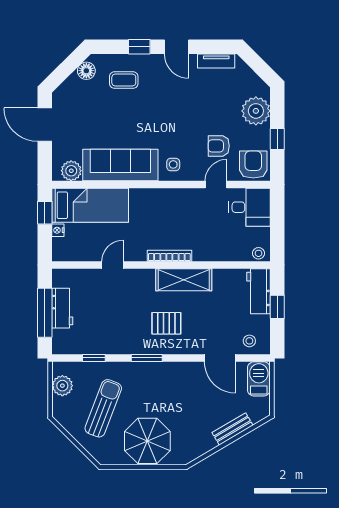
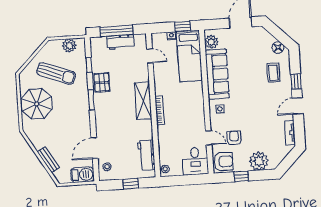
door: (113, 265) -> (150, 56), moved
shelving: (184, 280) -> (143, 101), moved
workbench: (258, 291) -> (146, 155), moved, turned -90
pallet: (166, 323) -> (102, 83), moved

